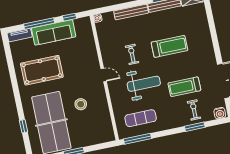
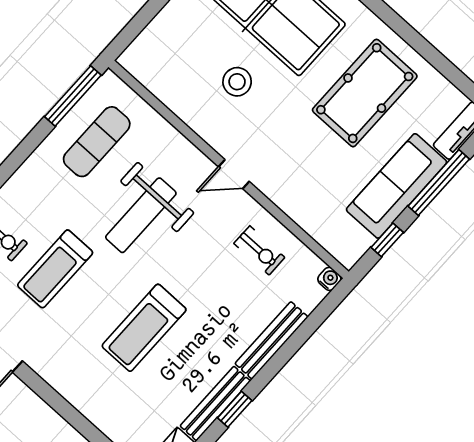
exercise bike: (132, 54) -> (259, 250), moved
treadmill: (184, 87) -> (55, 269), turned 180

